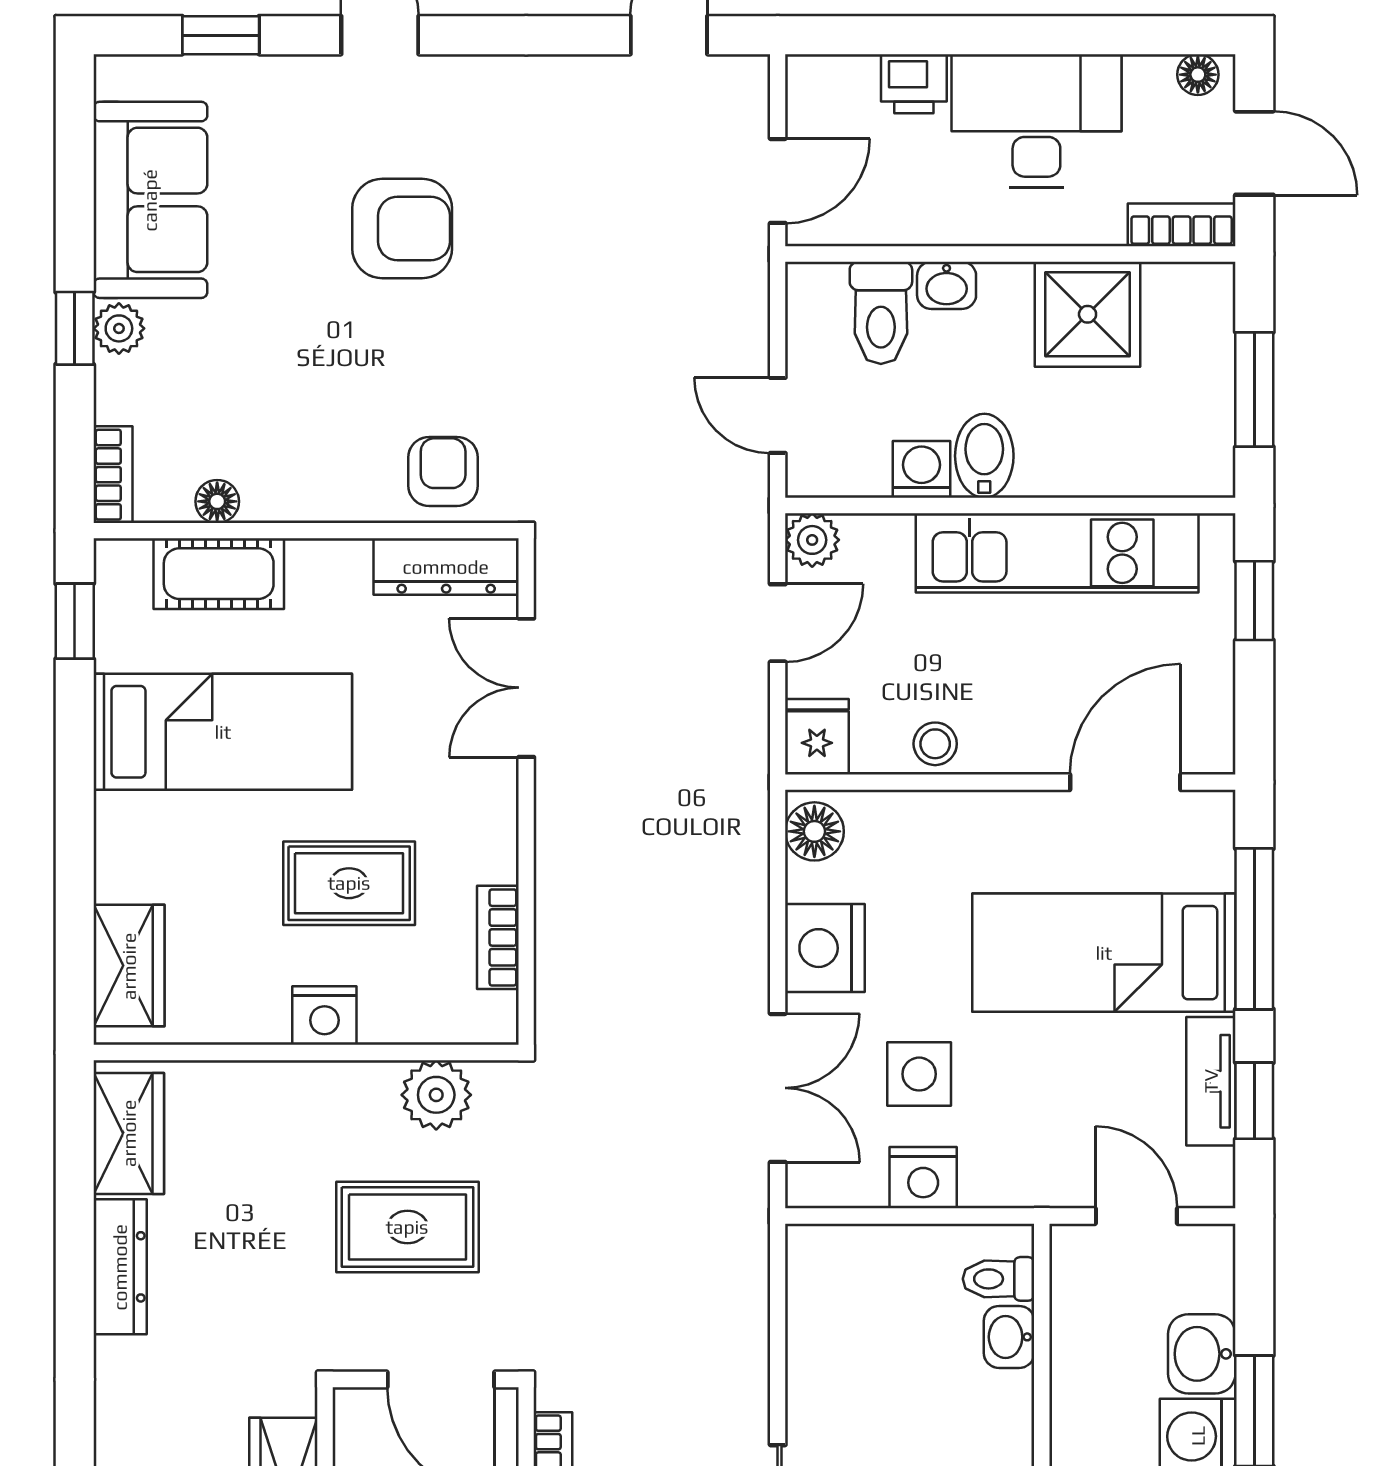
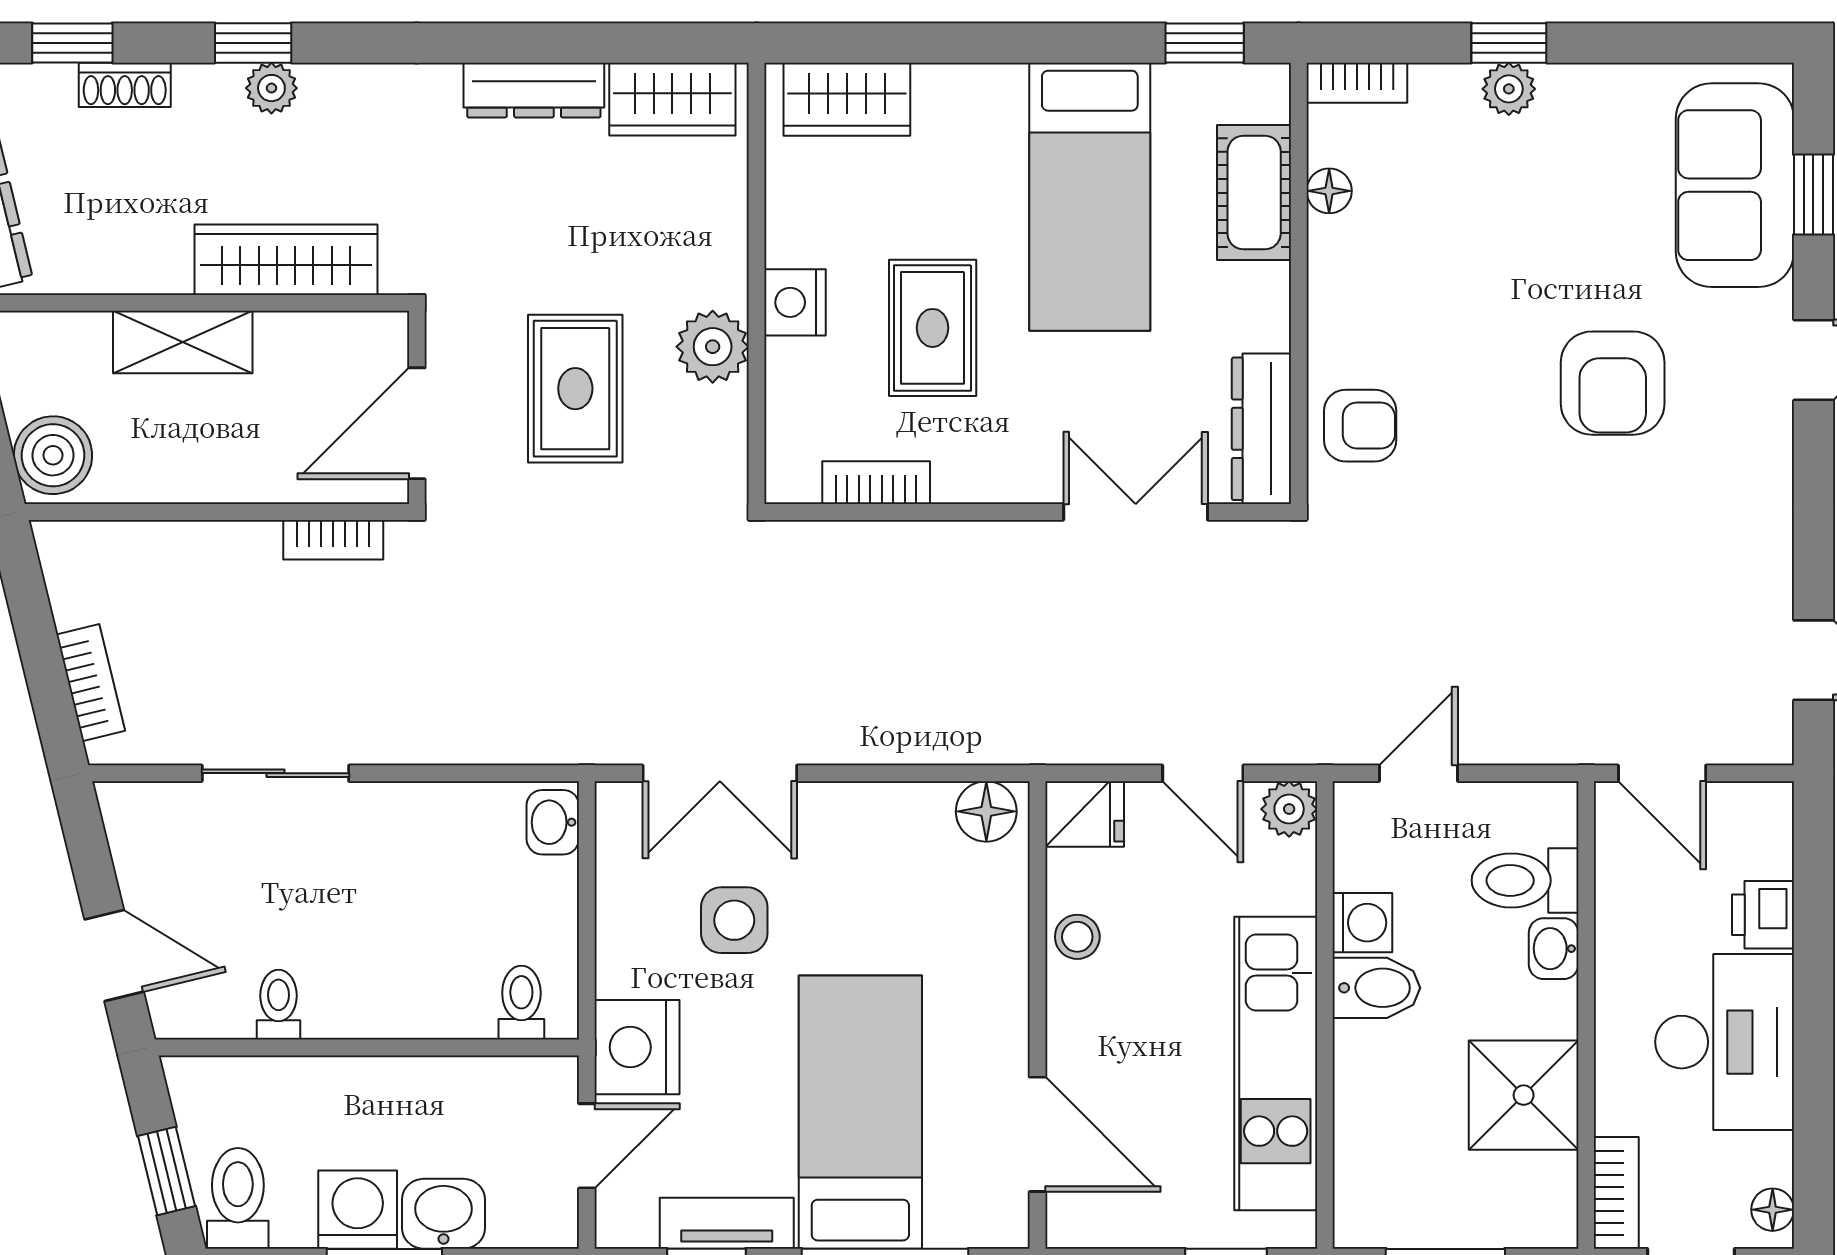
sofa: (150, 200) -> (1735, 185), moved, turned 90
nightstand: (825, 948) -> (865, 822), removed
plant: (436, 1095) -> (713, 347), moved
nightstand: (923, 1178) -> (637, 1047), moved, width x1.36, depth x1.33
washbasin: (1009, 1337) -> (553, 822), moved, turned -90

